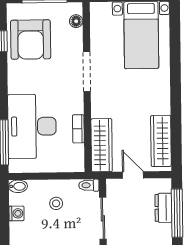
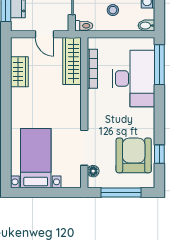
doorway: (87, 71) -> (84, 148), moved
bookcase: (78, 129) -> (92, 69), width x1.56
wardrobe: (161, 141) -> (19, 72), width x0.67

